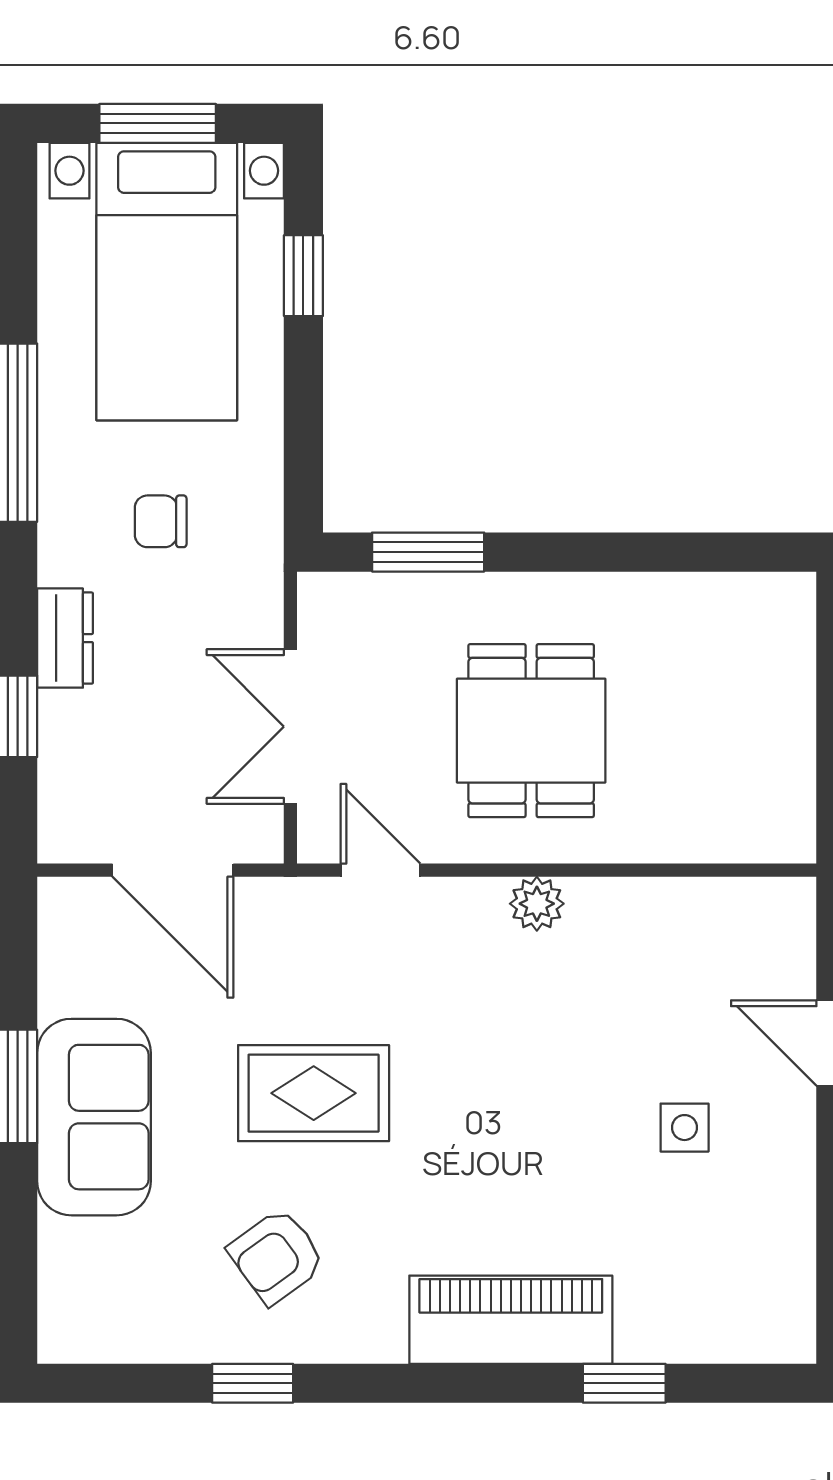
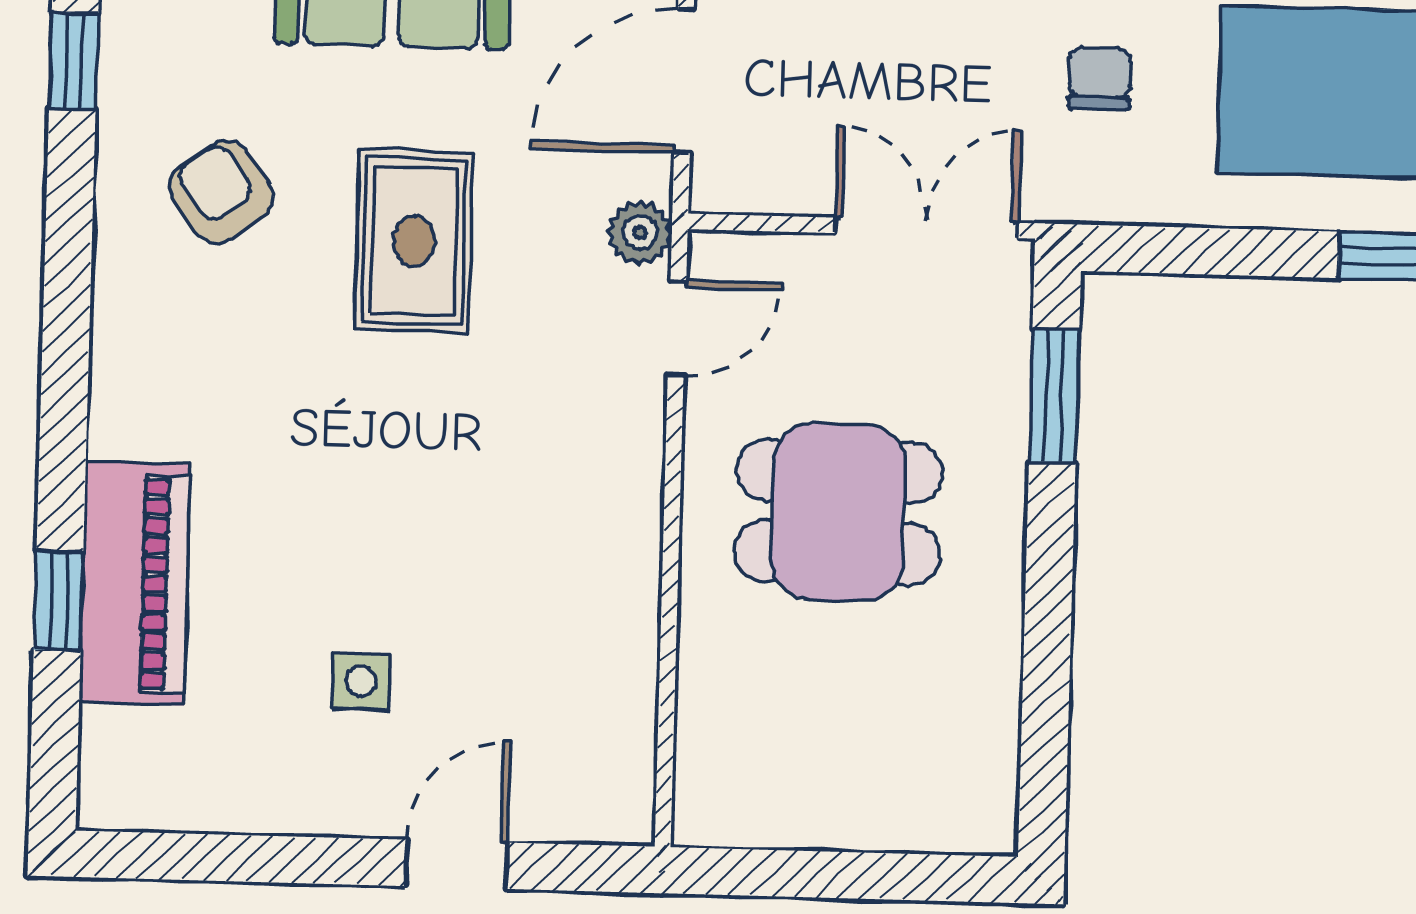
double door: (290, 727) -> (927, 228), moved
plant: (537, 904) -> (640, 233), moved
piano: (511, 1320) -> (135, 583), moved
window: (253, 1383) -> (74, 61), moved

